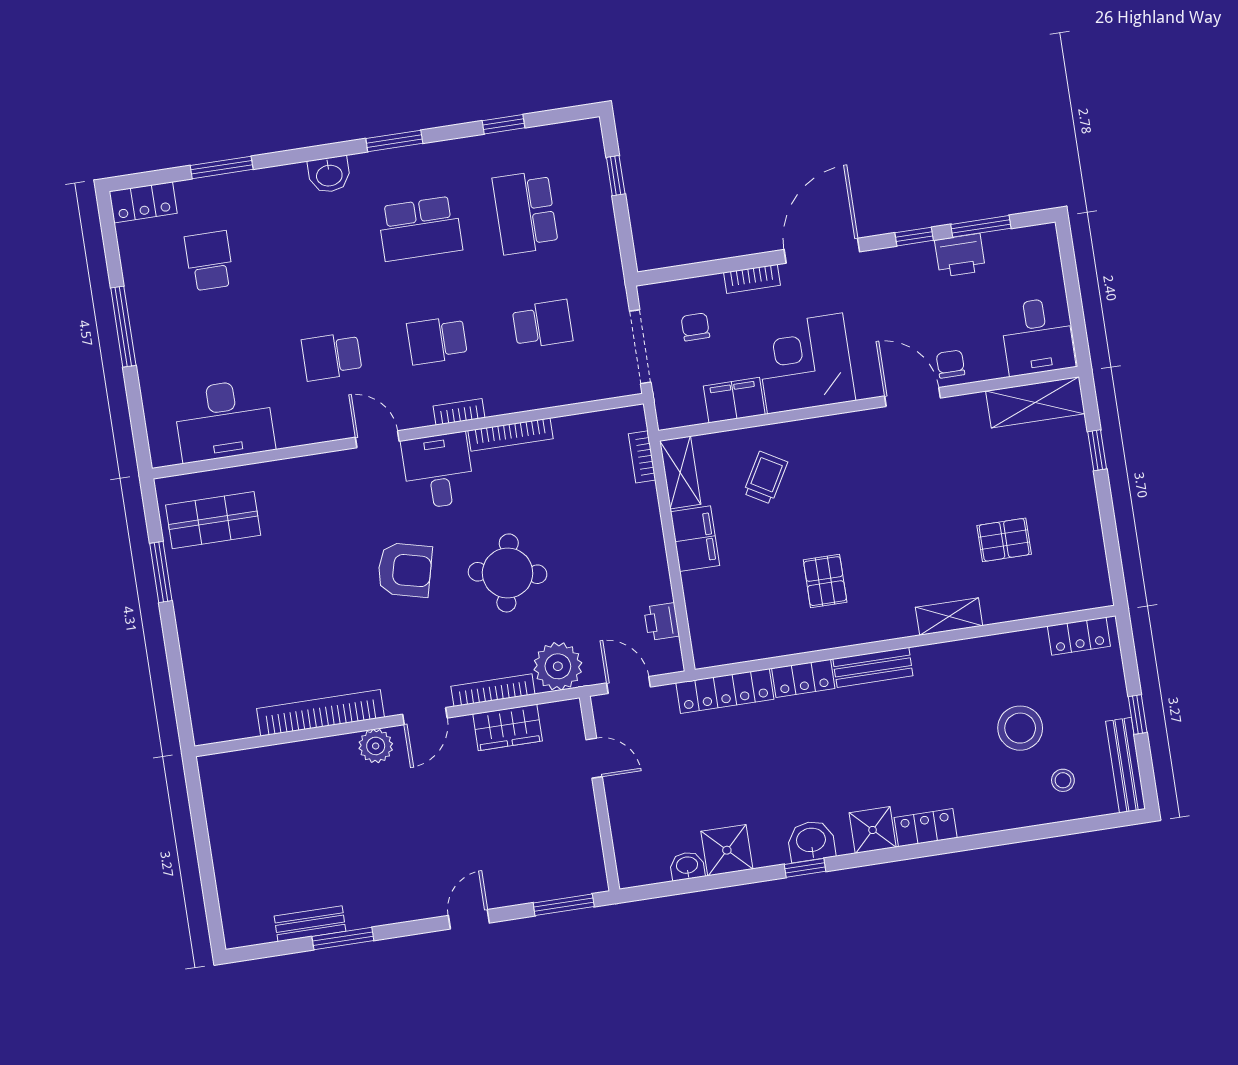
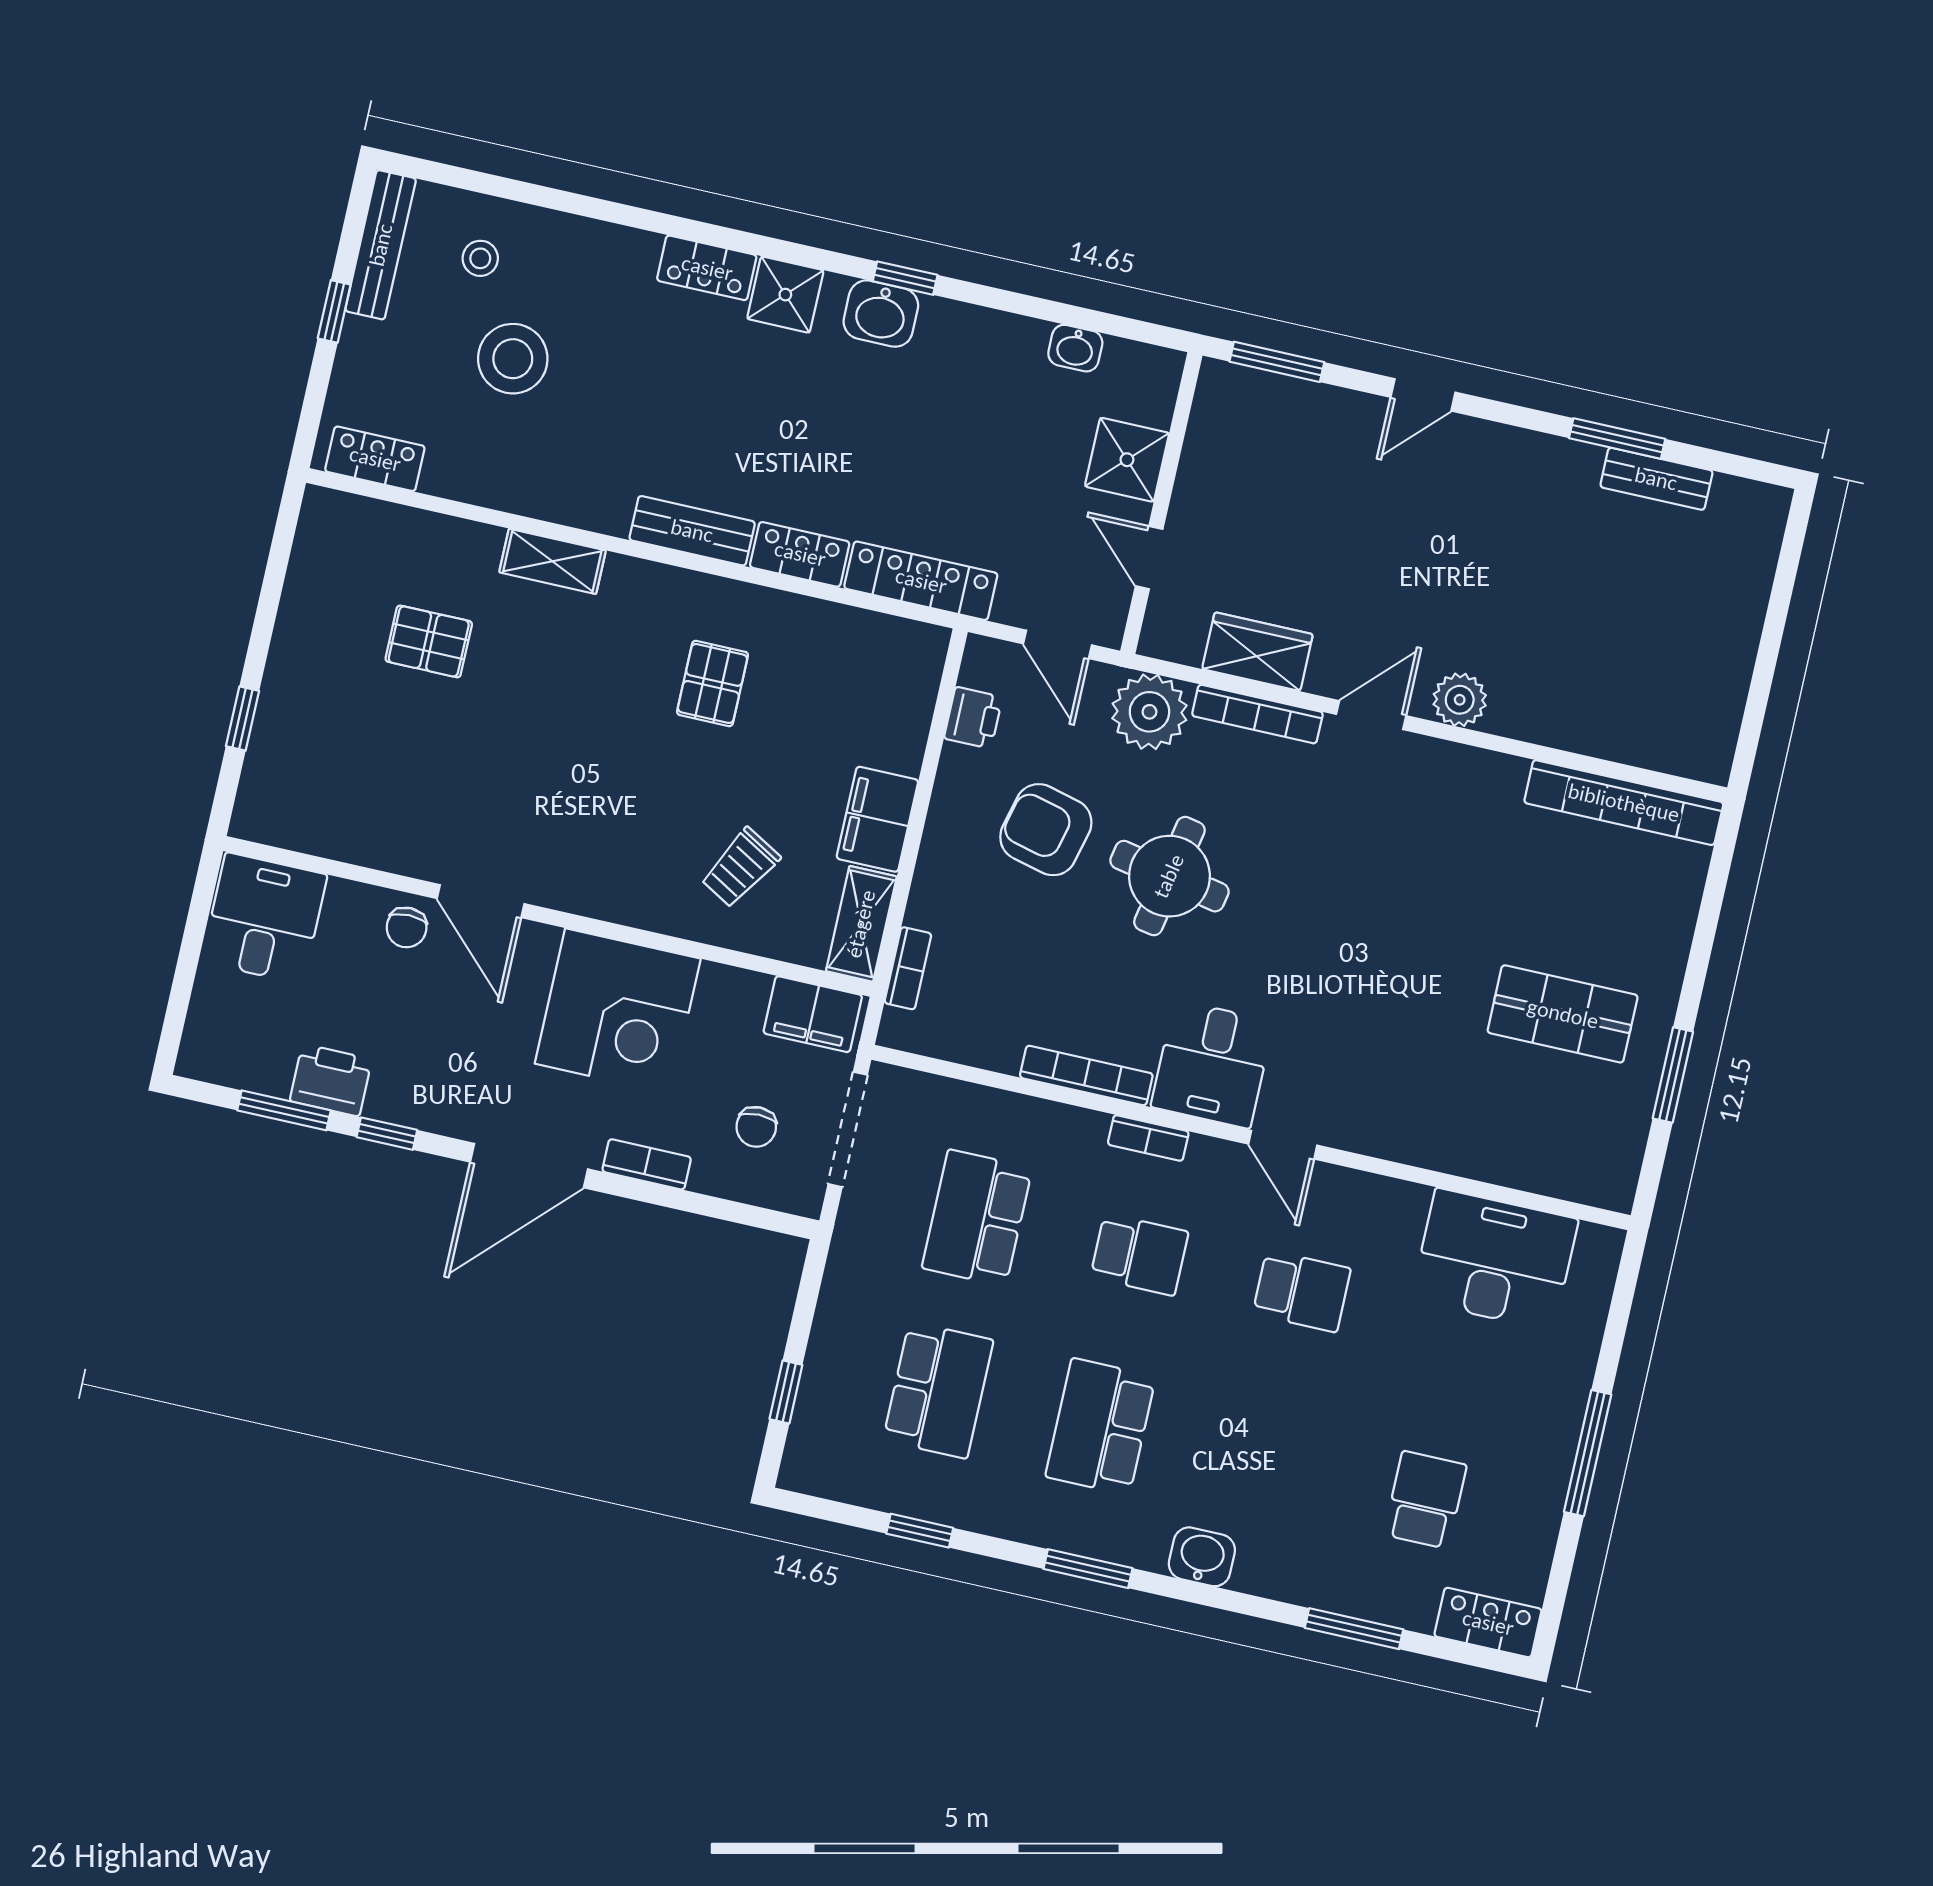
school desk: (420, 229) -> (1101, 1427), turned -90
school desk: (209, 261) -> (1425, 1500), turned 180
school desk: (542, 324) -> (977, 1218), width x1.85
filing cabinet: (734, 400) -> (813, 1014), moved
shelving: (1035, 402) -> (305, 823), removed
shop shelf: (213, 520) -> (1563, 1014), moved
armchair: (405, 570) -> (1046, 830), moved
bookcase: (320, 713) -> (1624, 803), moved
shower: (727, 850) -> (1127, 460), moved

